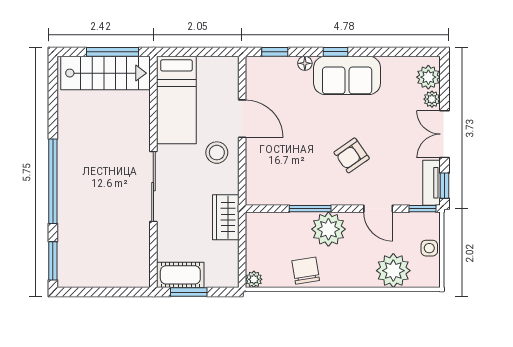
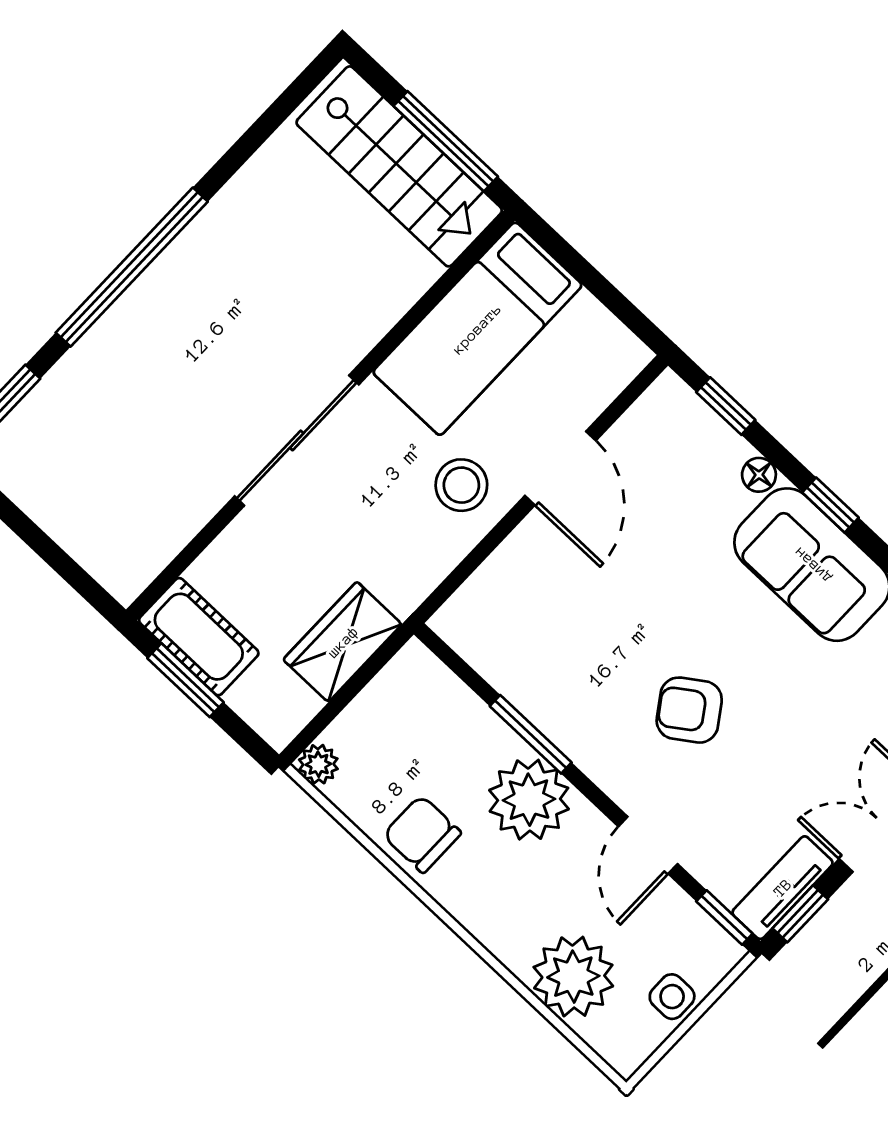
wardrobe: (226, 217) -> (343, 642), moved
chair: (306, 271) -> (422, 834), turned -81

